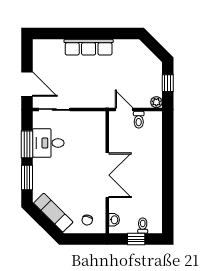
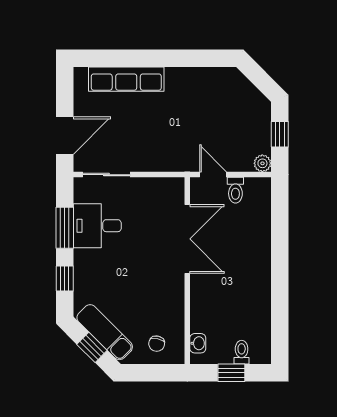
row of seats: (89, 47) -> (126, 79), moved
door: (27, 84) -> (65, 136), hinge flipped
double door: (107, 175) -> (187, 239), moved
window: (27, 177) -> (65, 278), width x0.67
window: (45, 223) -> (92, 347), added

